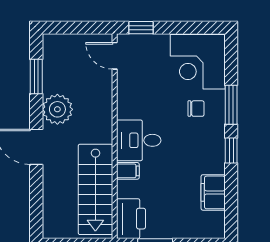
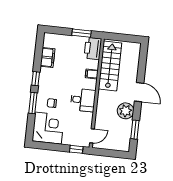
door: (115, 56) -> (92, 136), hinge flipped
desk: (139, 140) -> (83, 100), moved

